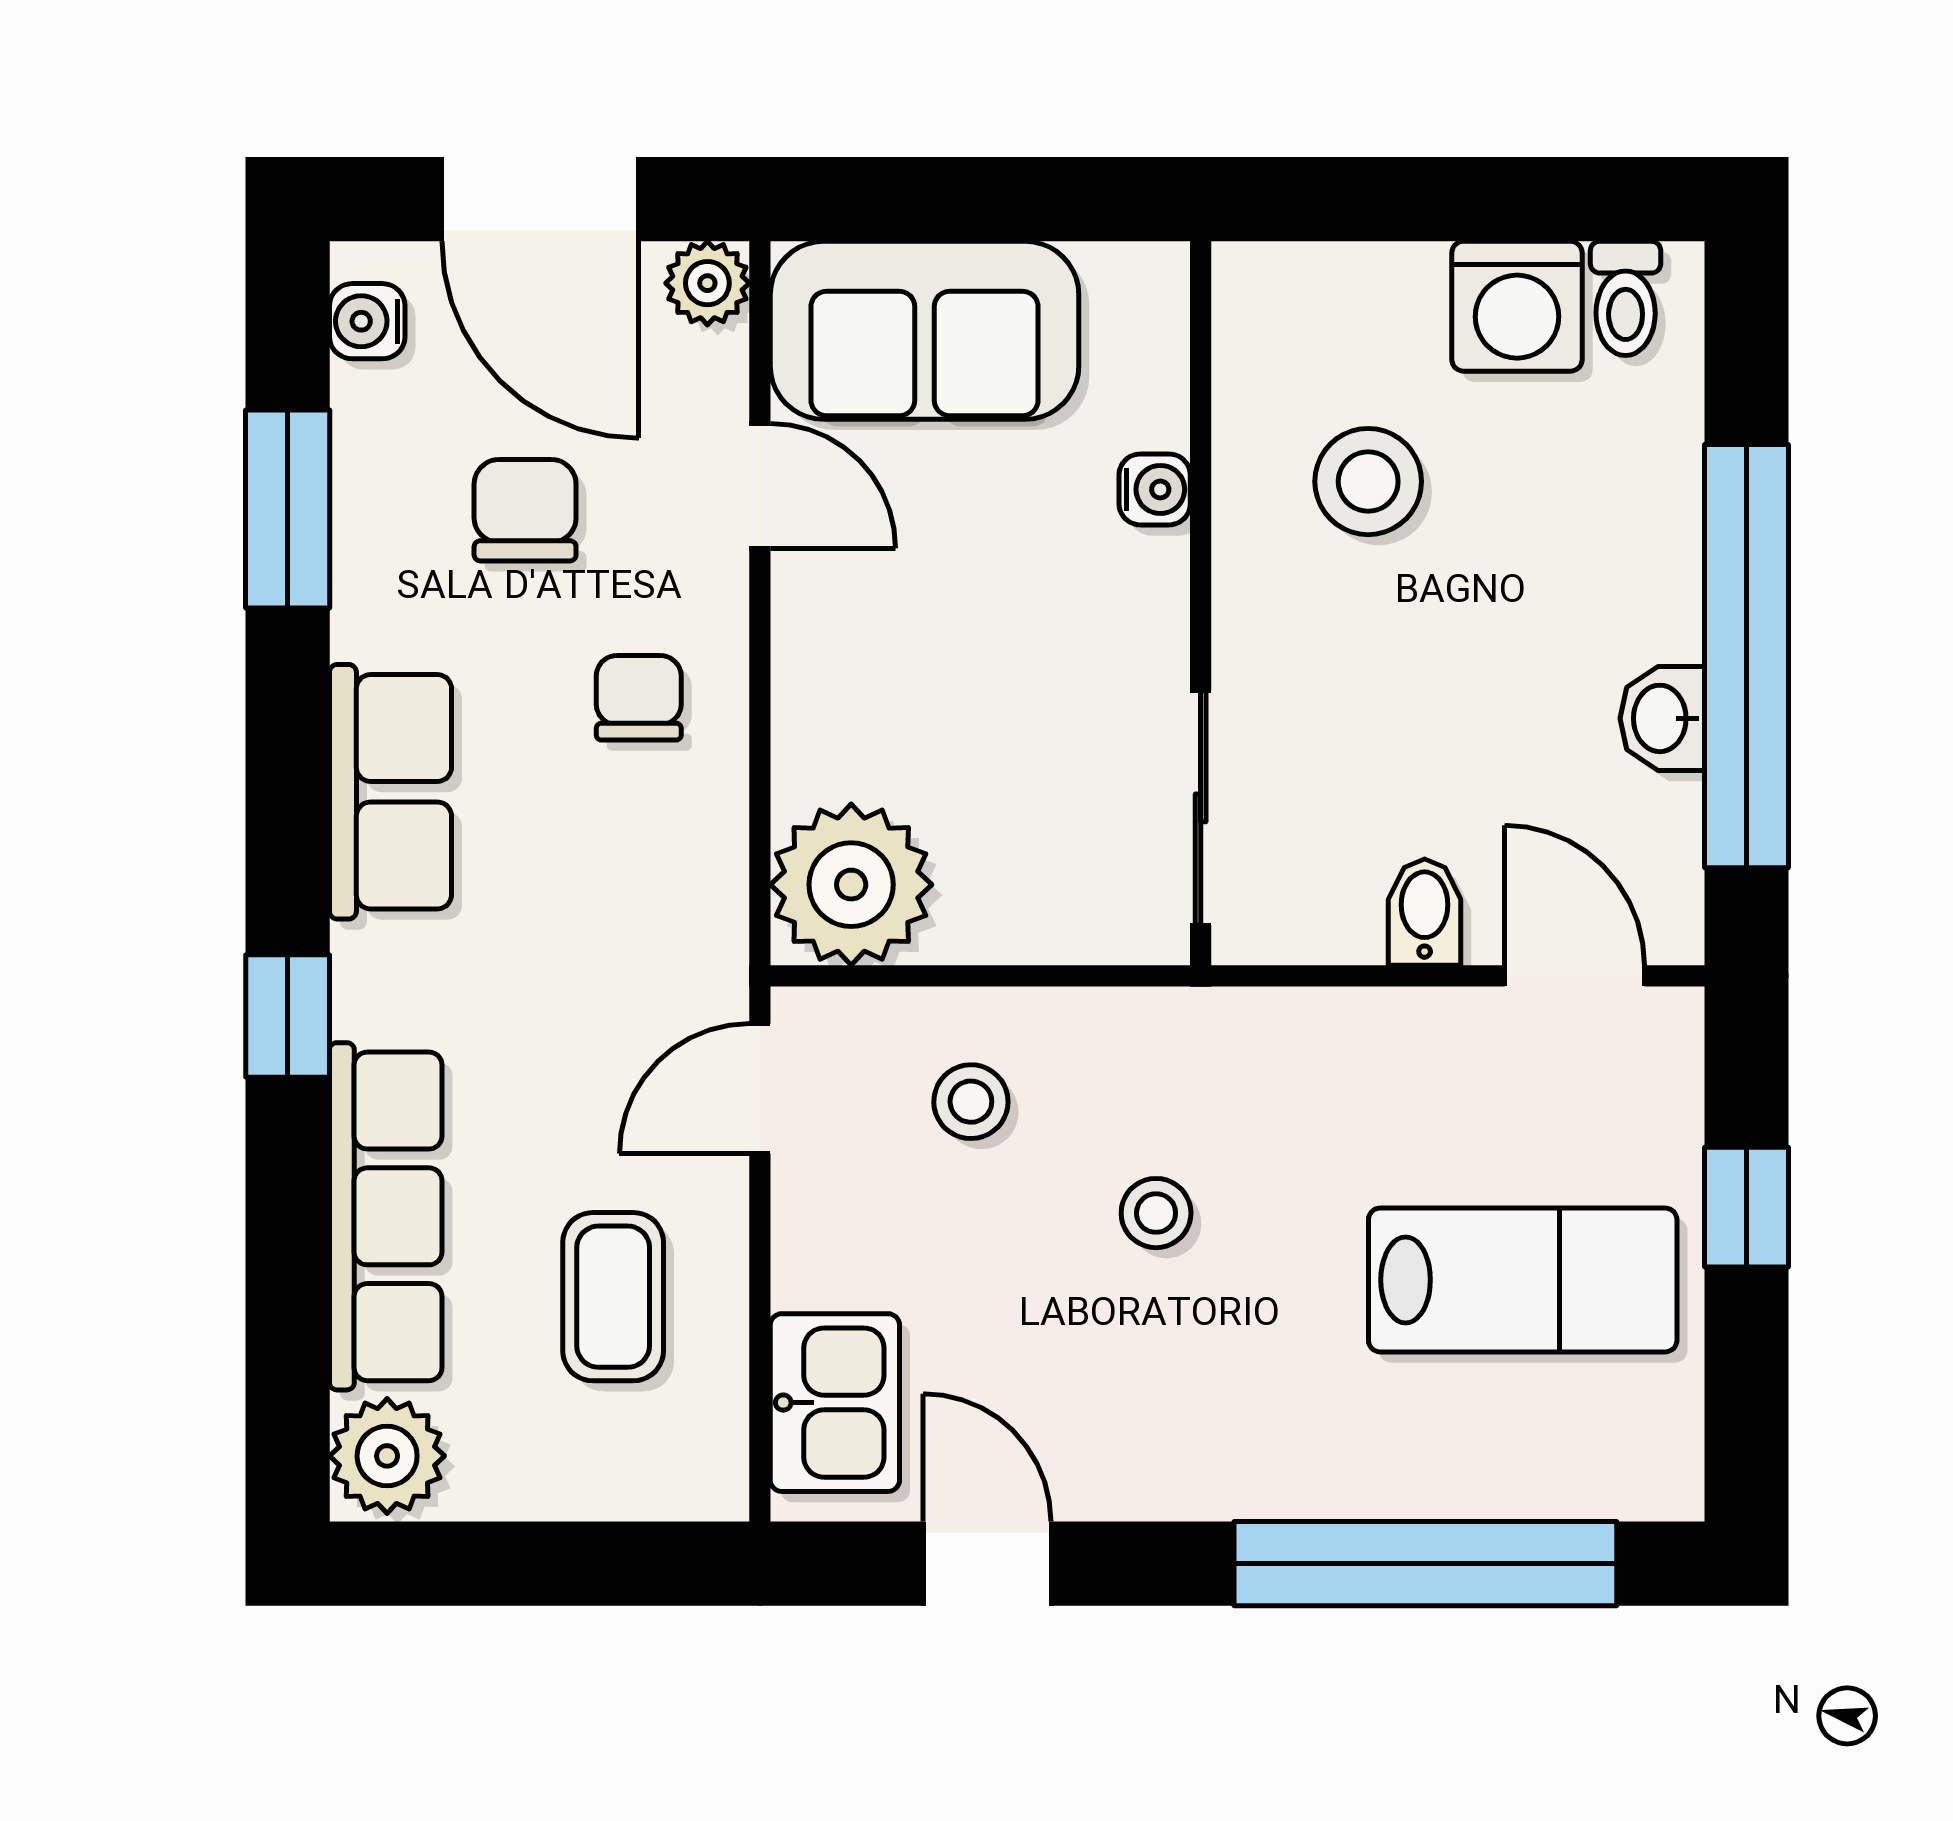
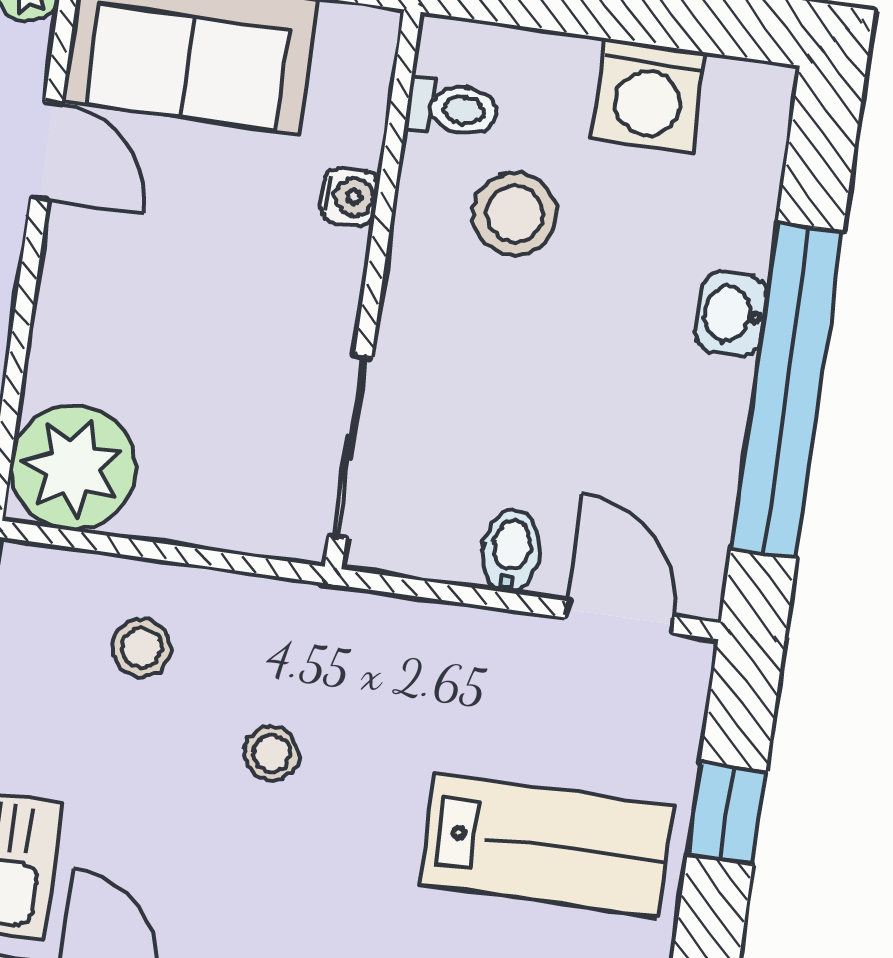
toilet: (1626, 298) -> (452, 108), moved, turned -90
washbasin: (1662, 718) -> (732, 314), moved

